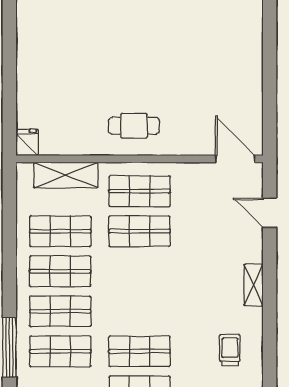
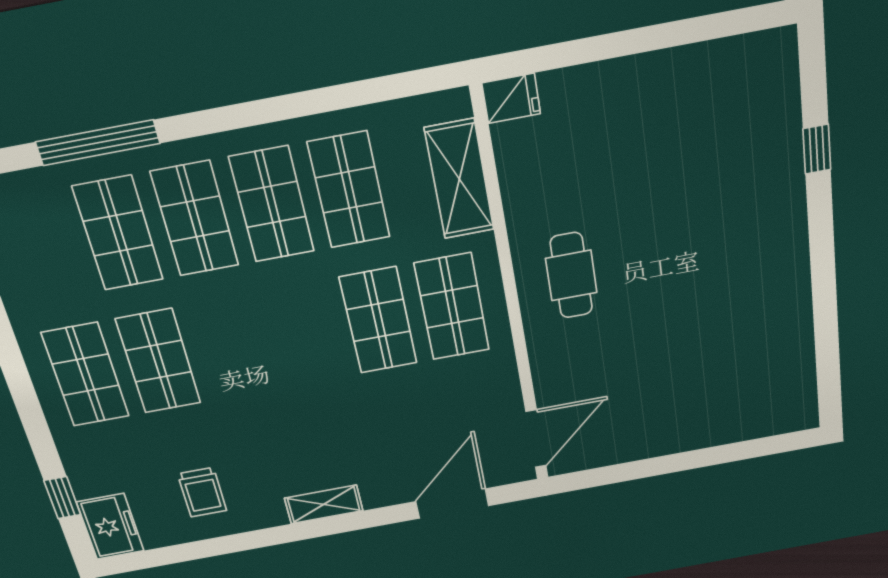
door: (270, 213) -> (452, 504), width x1.38
trolley: (230, 350) -> (202, 492), turned 90

